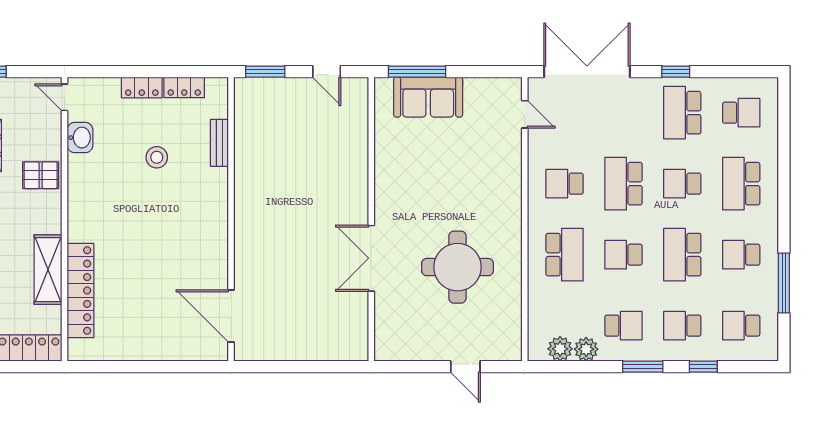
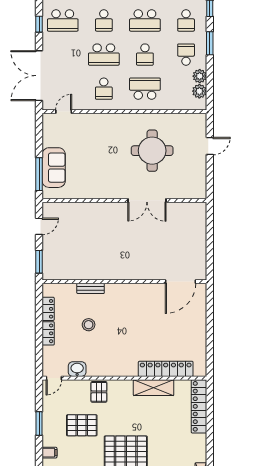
bench: (219, 143) -> (91, 288), moved

